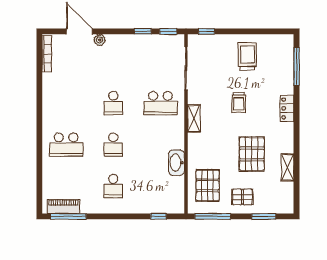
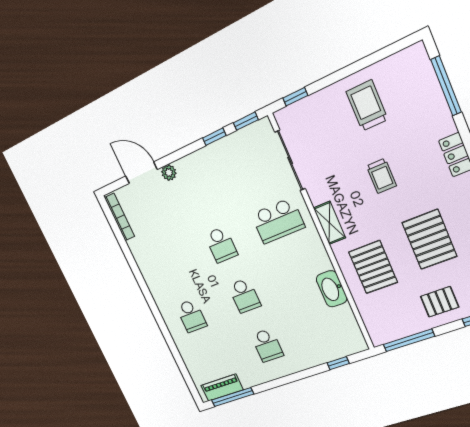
school desk: (66, 145) -> (191, 316), width x0.54
pallet: (208, 185) -> (373, 267), moved

